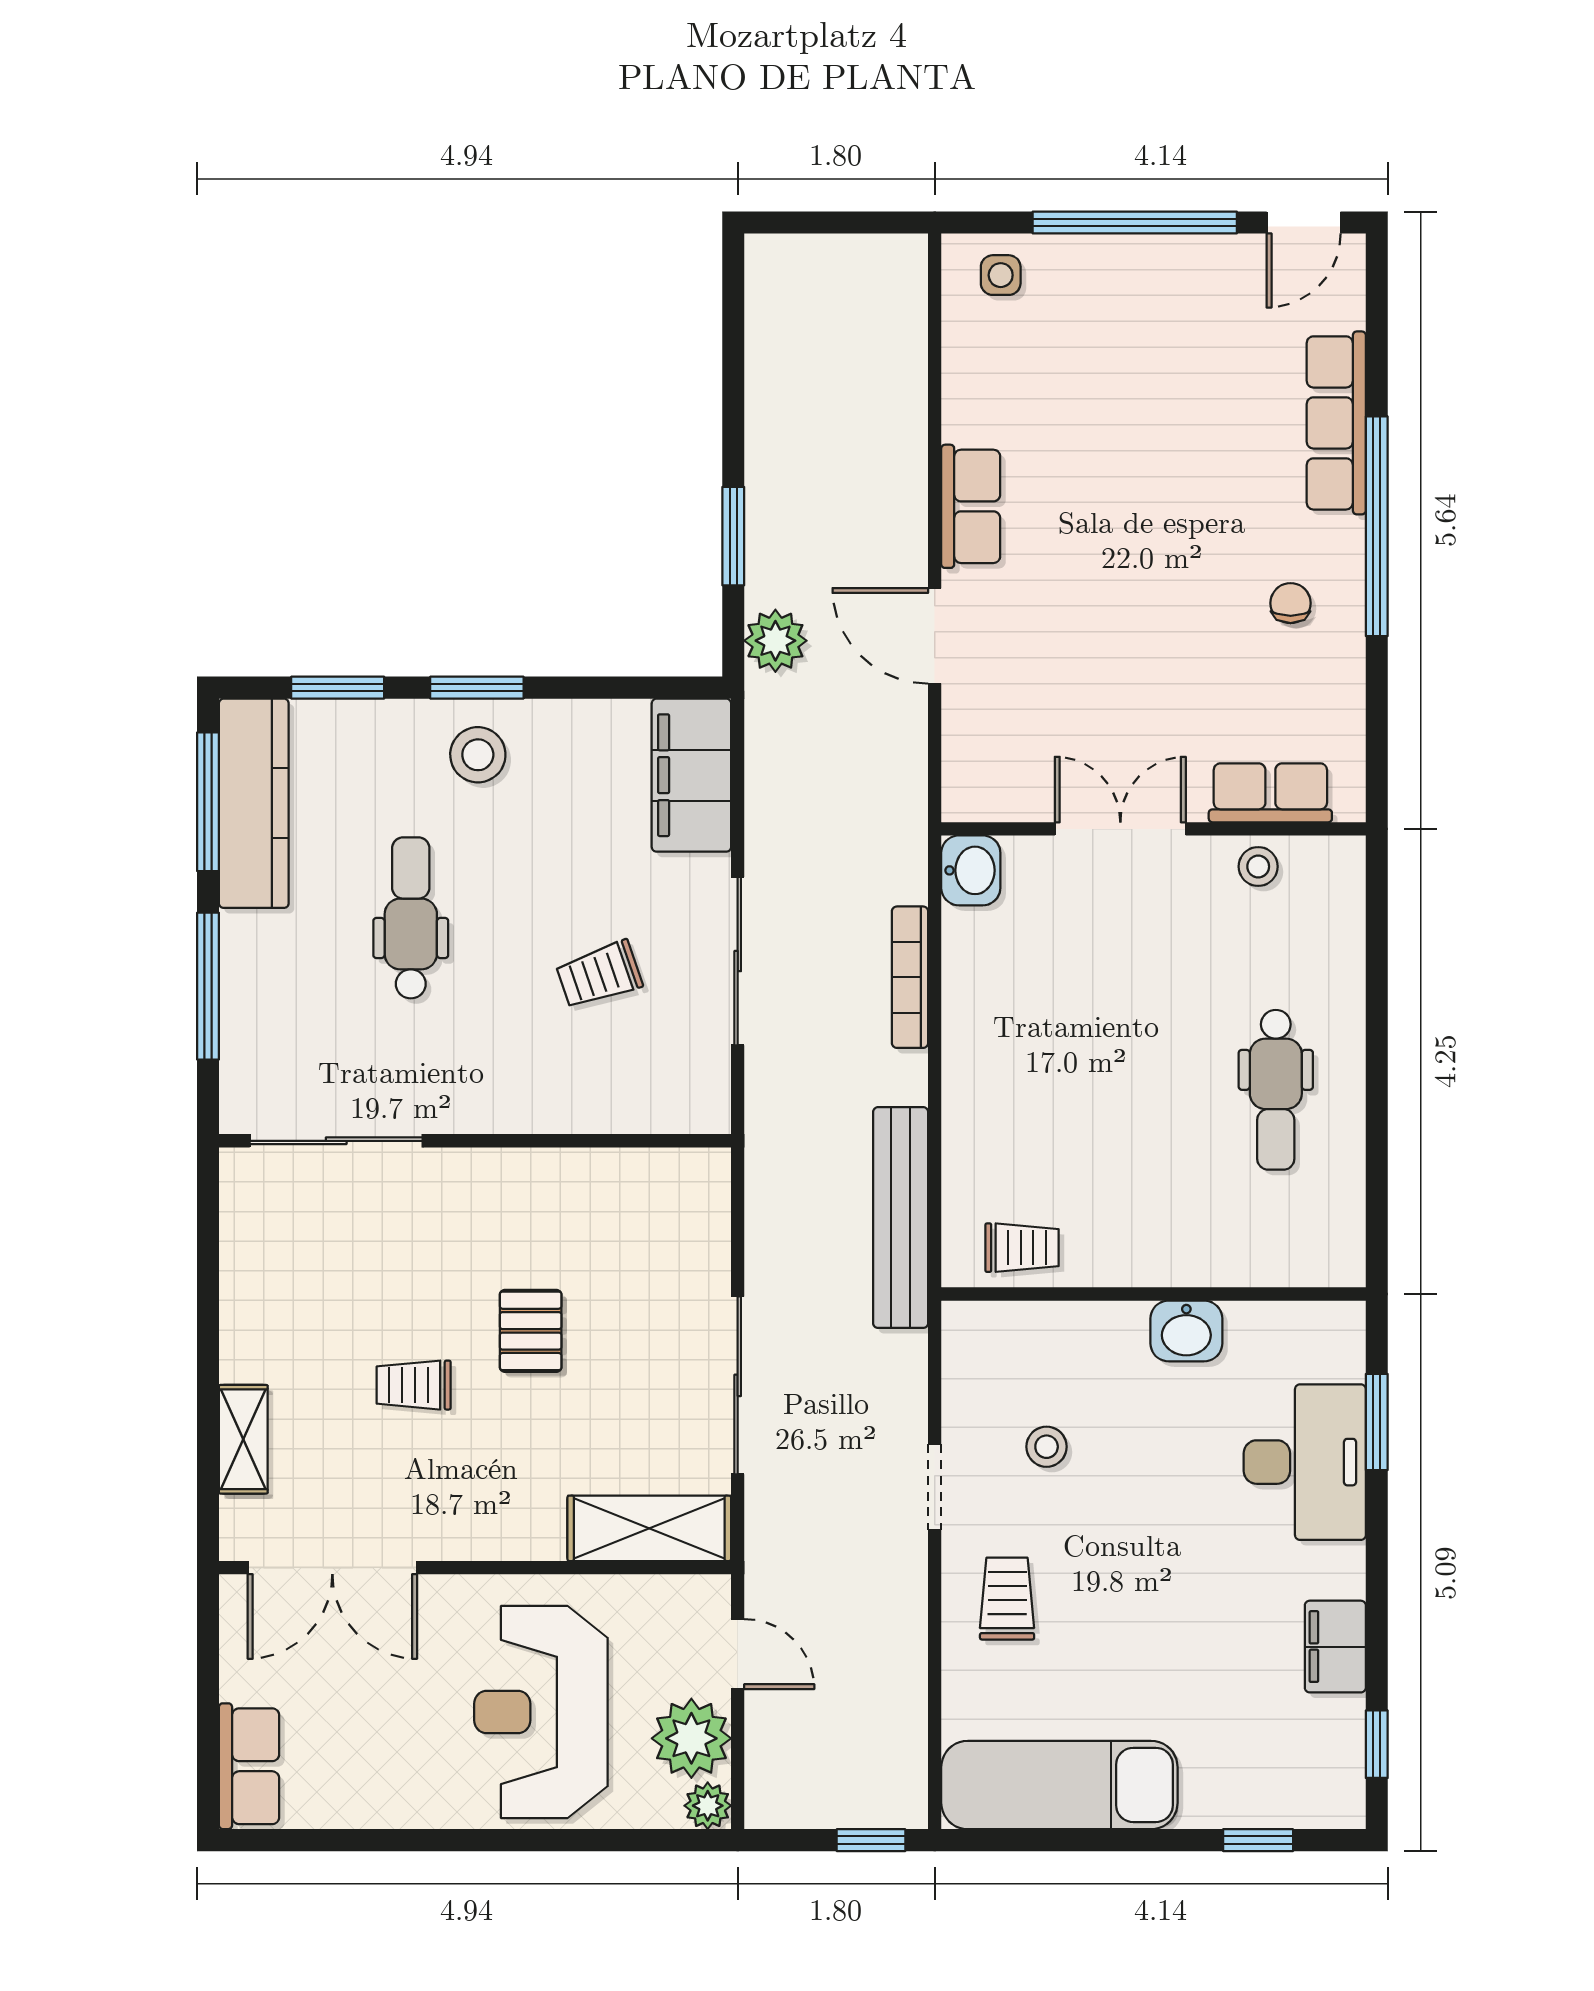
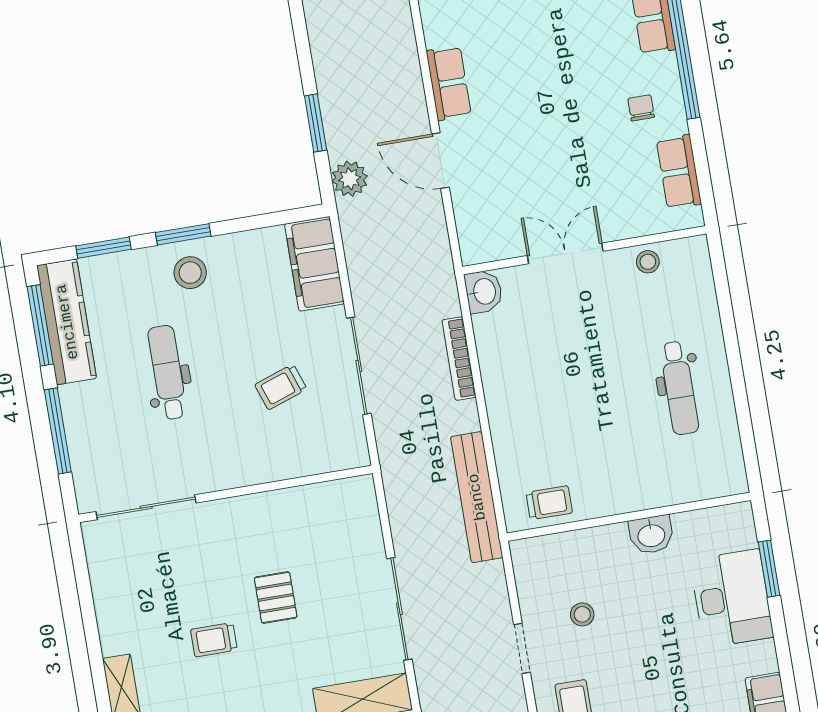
row of seats: (1270, 793) -> (679, 172), moved, turned -90

